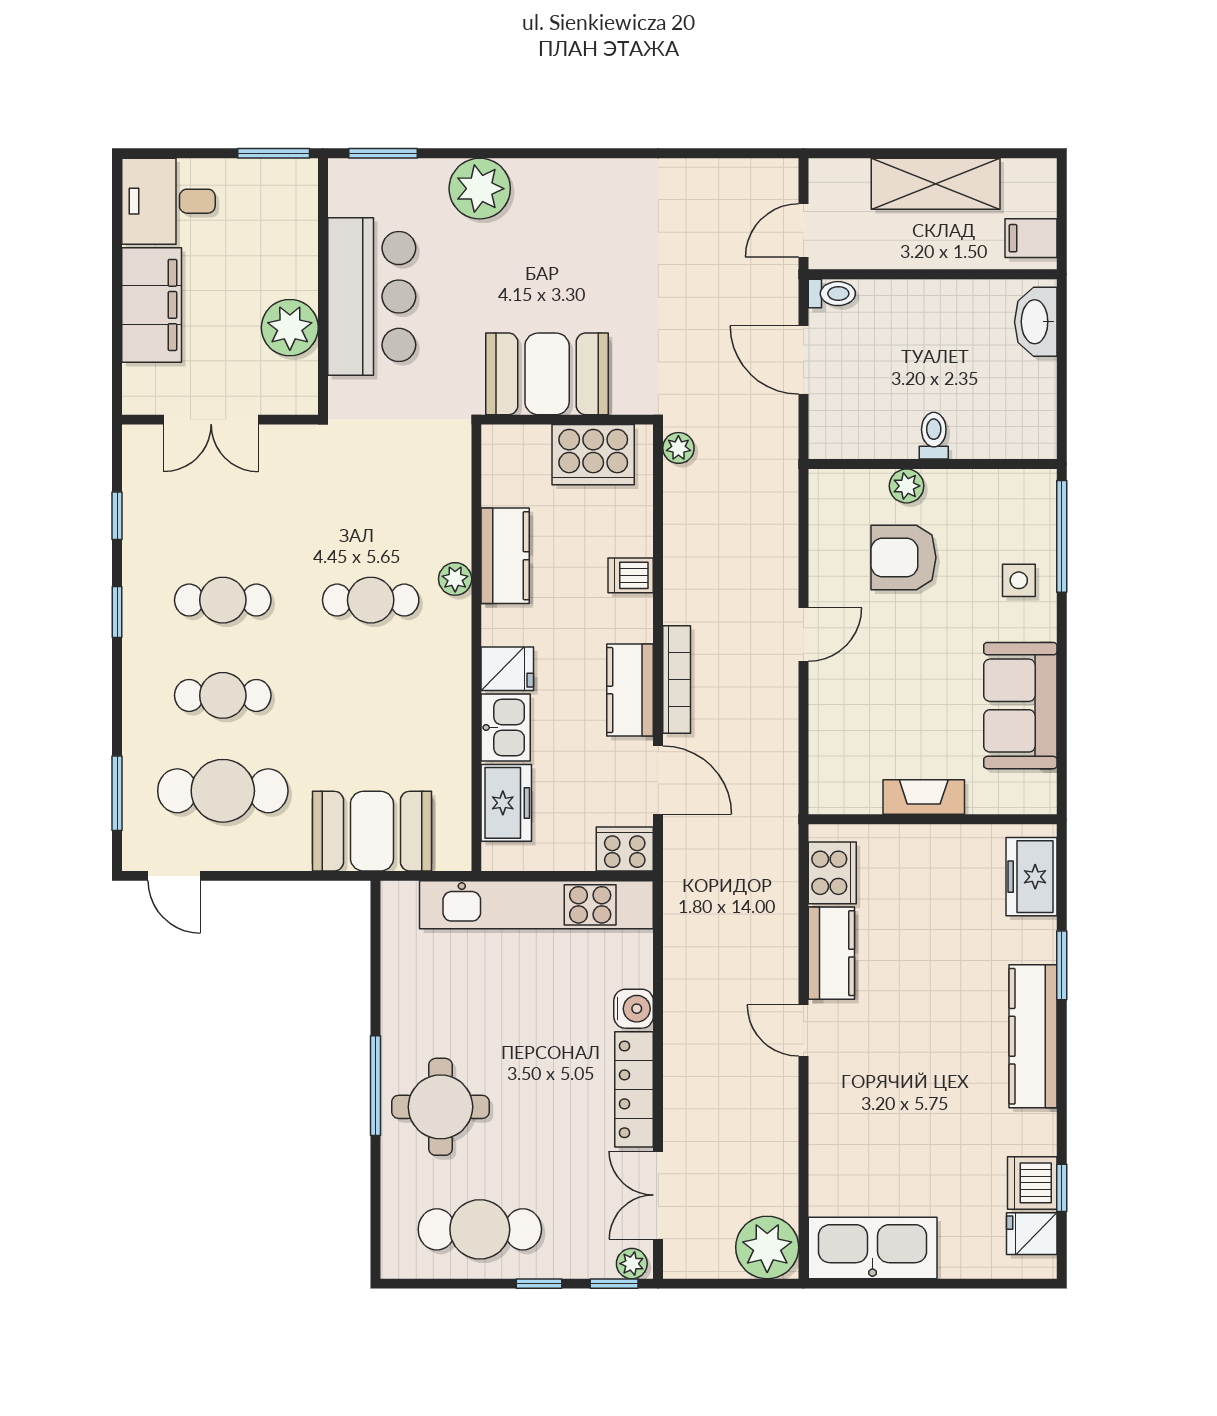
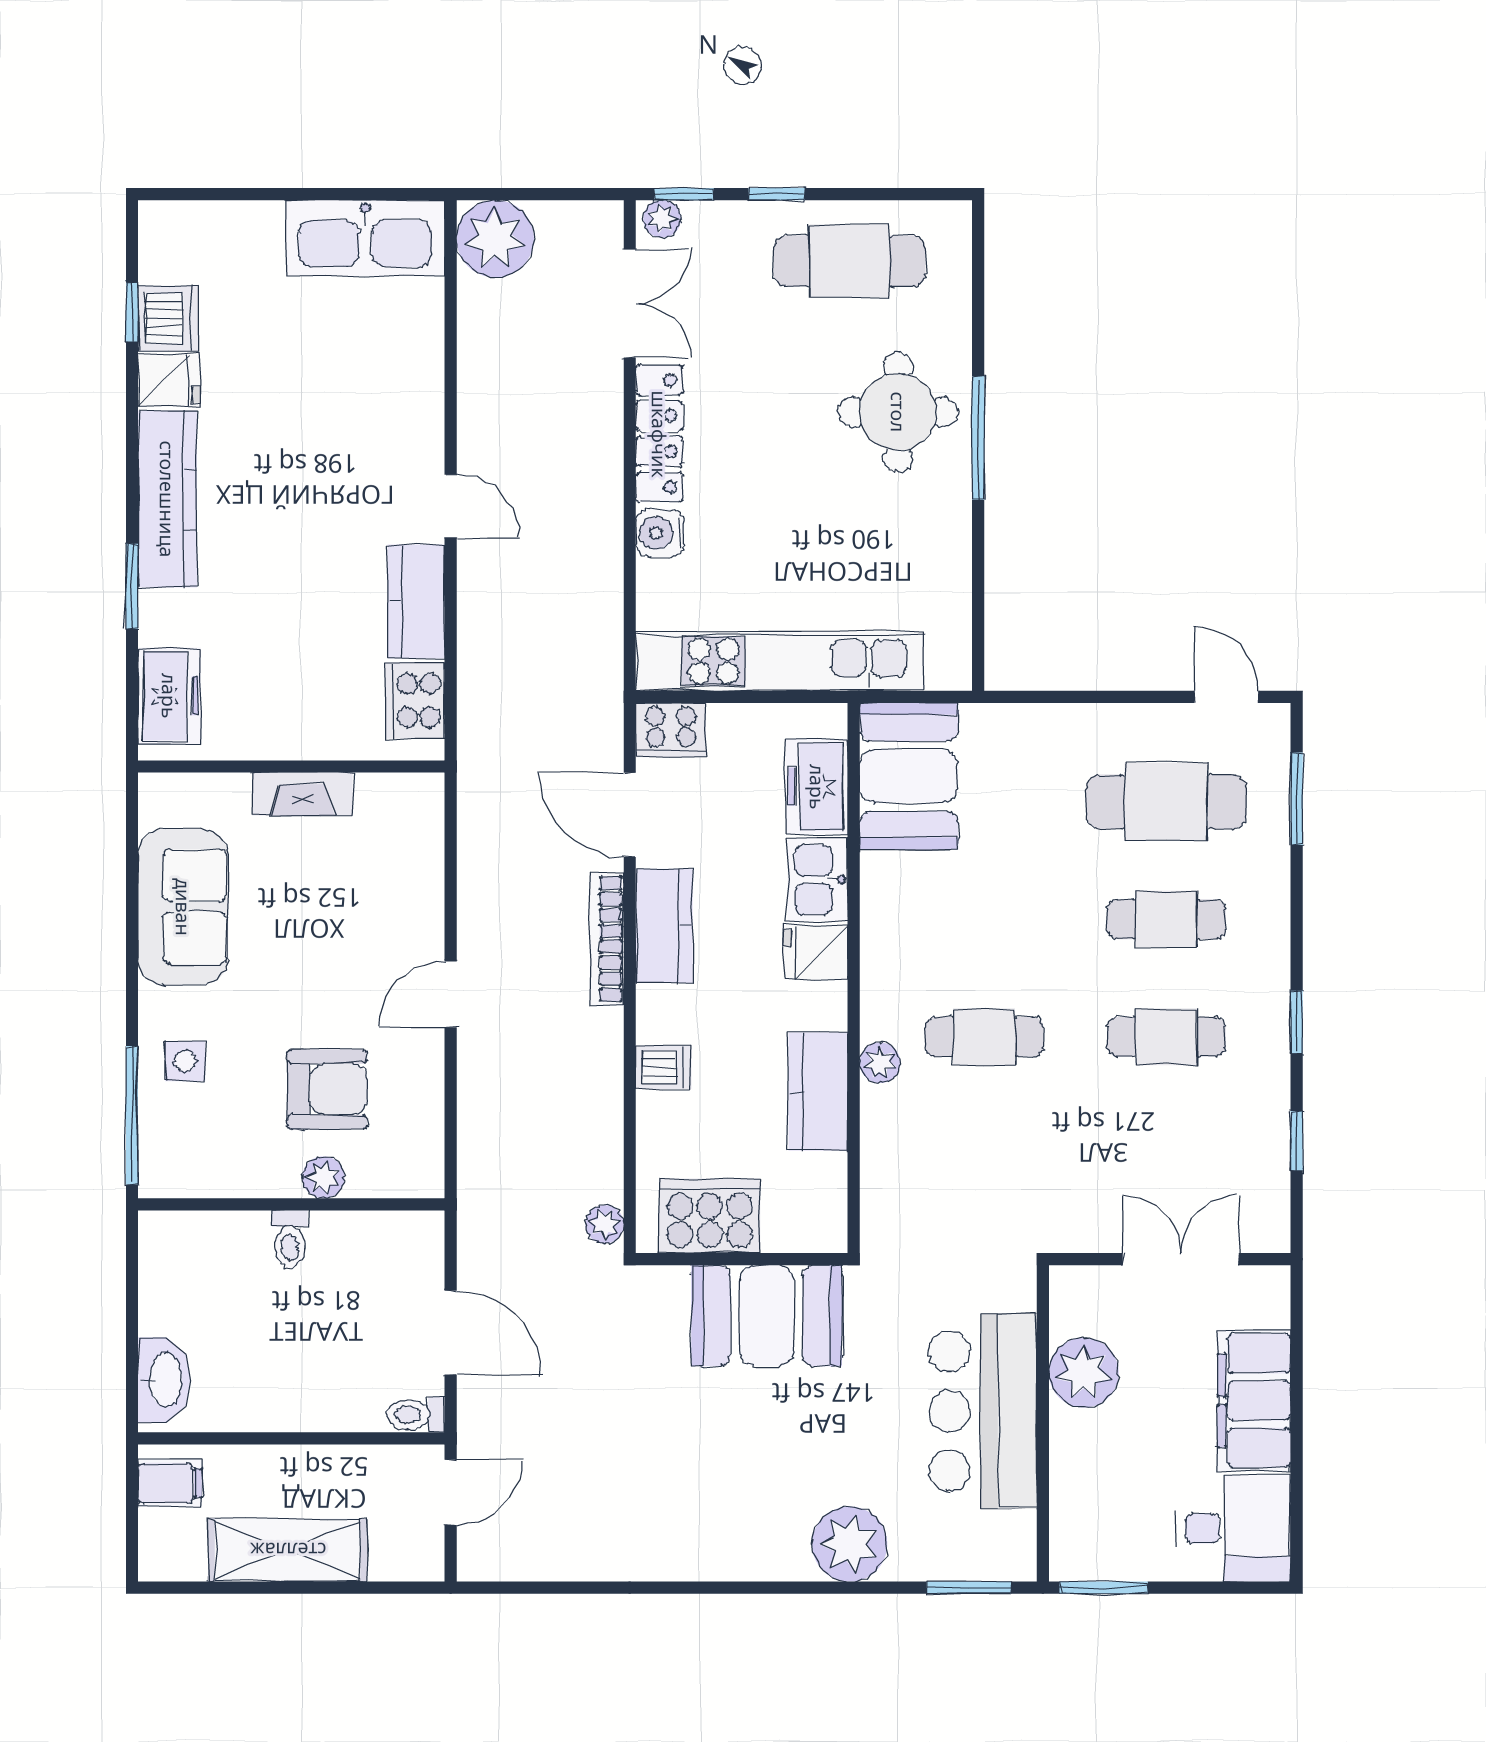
booth: (372, 831) -> (909, 776), moved, turned 90
fridge: (1032, 1234) -> (169, 381), moved

